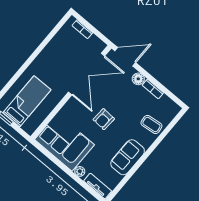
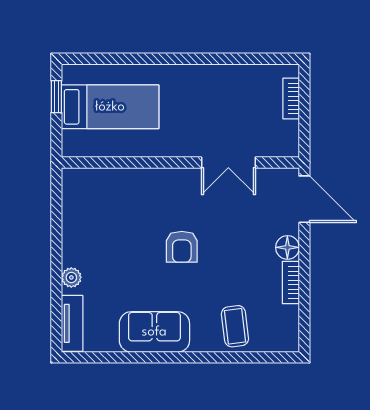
double door: (87, 74) -> (228, 163), width x0.54
armchair: (104, 119) -> (182, 247), turned -93
corner sofa: (65, 142) -> (96, 217), removed

